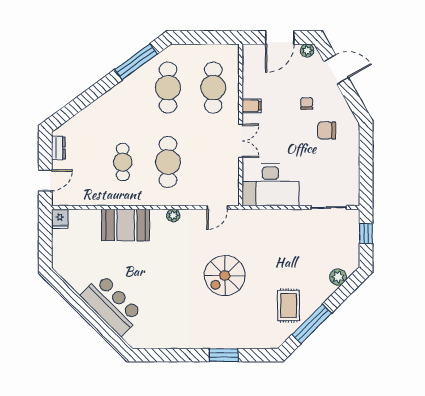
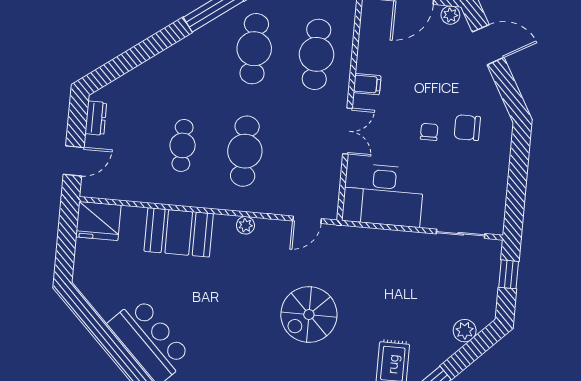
chair: (307, 103) -> (429, 132), moved
fridge: (60, 219) -> (98, 221), width x1.88, depth x1.34

